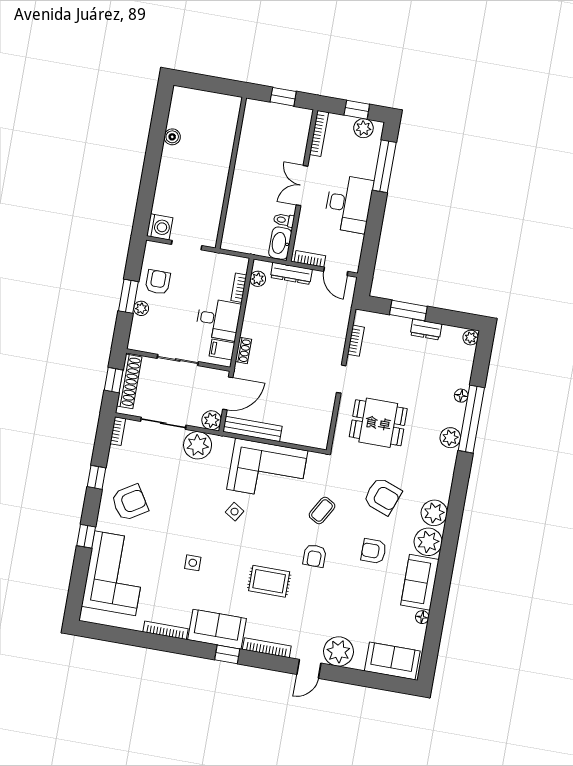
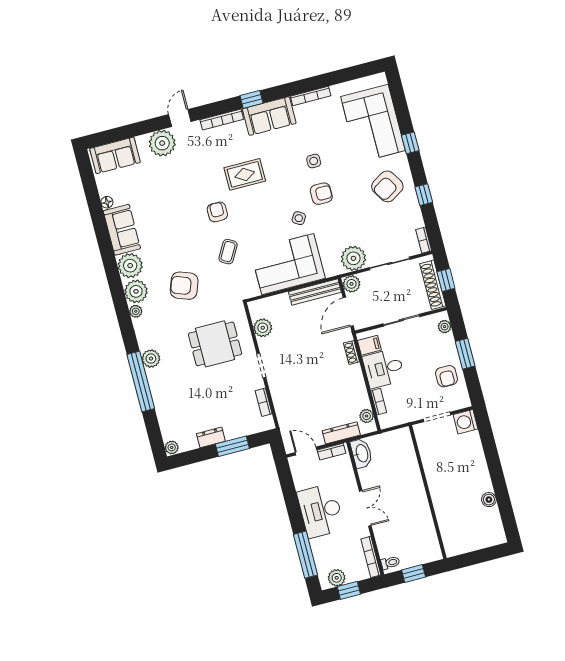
toilet: (284, 220) -> (390, 563), moved
plant: (141, 308) -> (445, 327), moved
floor lamp: (461, 396) -> (158, 397), removed
plant: (322, 417) -> (263, 328), added
plant: (444, 493) -> (136, 311), added
armchair: (374, 551) -> (321, 194), moved

